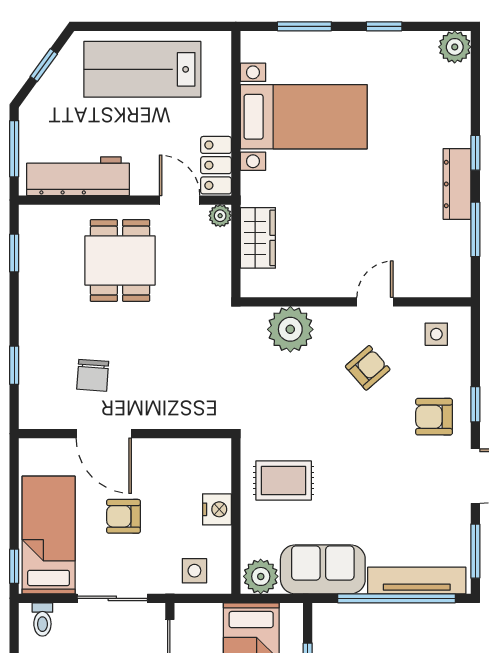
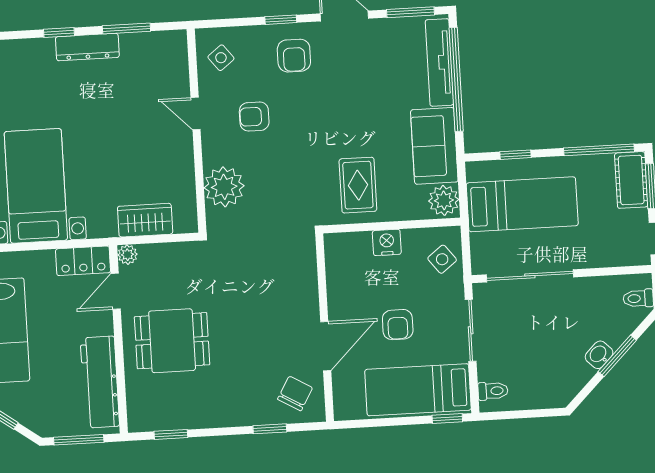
side table: (436, 334) -> (221, 58), turned -38
armchair: (368, 368) -> (254, 117), turned -49
chair: (93, 375) -> (295, 393), moved, turned -64
side table: (194, 571) -> (442, 259), turned -38

